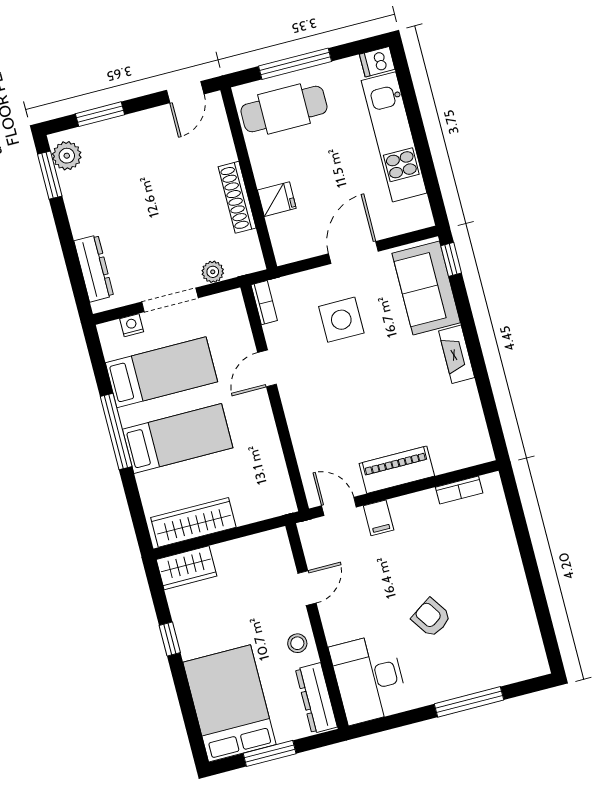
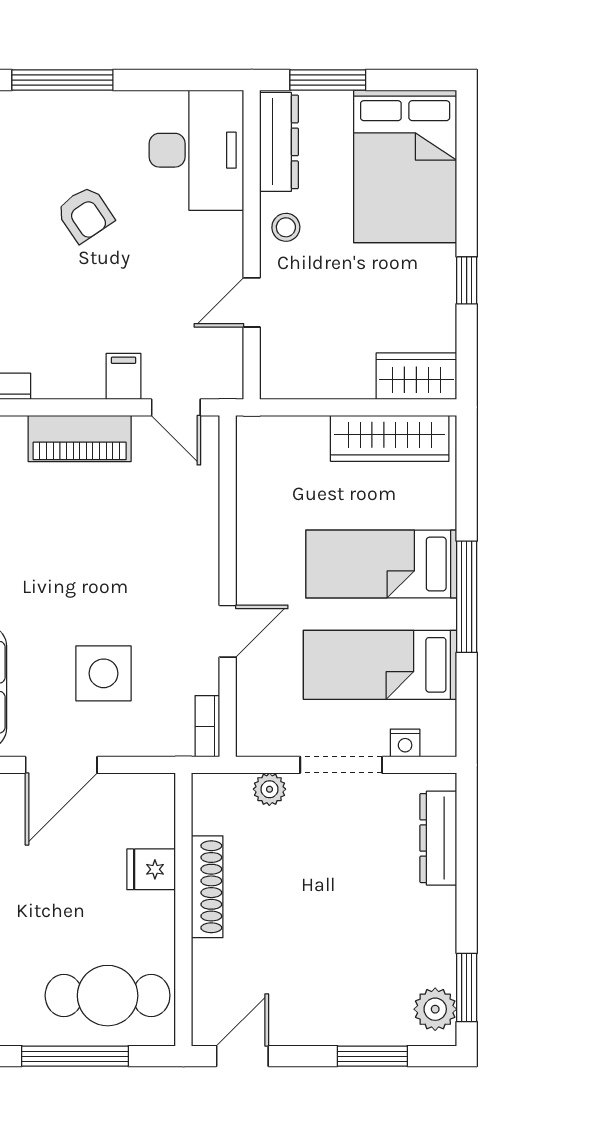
window: (270, 753) -> (328, 80), moved

